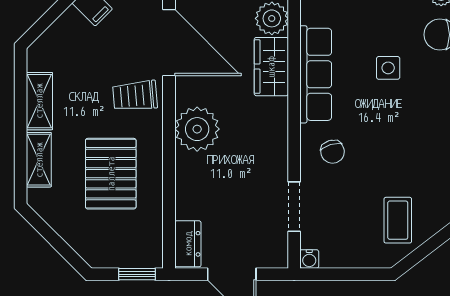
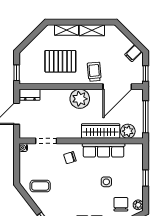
wardrobe: (271, 67) -> (101, 131), width x1.50

